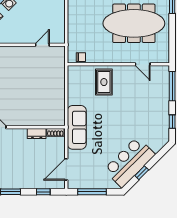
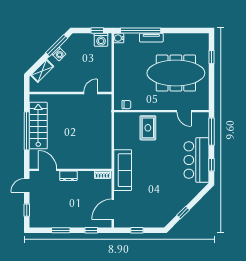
dresser: (37, 133) -> (68, 176), moved
bar counter: (129, 162) -> (196, 160), moved, turned -45
window: (92, 192) -> (137, 230), width x0.46

